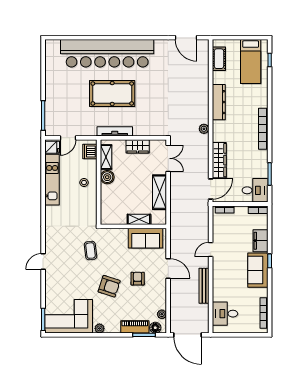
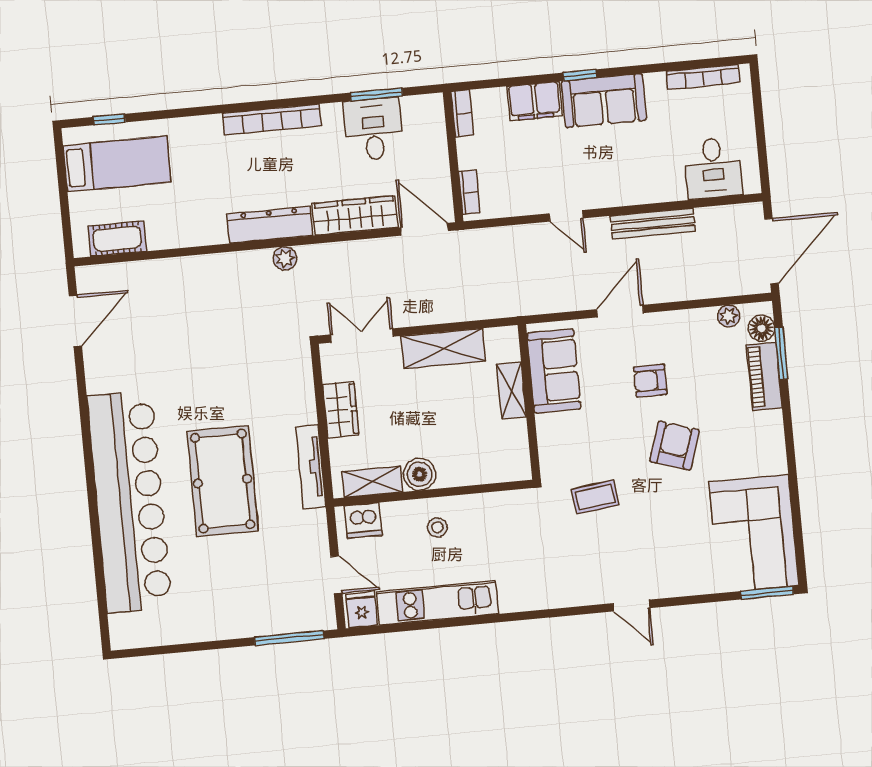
dresser: (219, 102) -> (270, 225), moved
desk: (255, 190) -> (374, 129), moved
plant: (99, 328) -> (776, 459), removed

